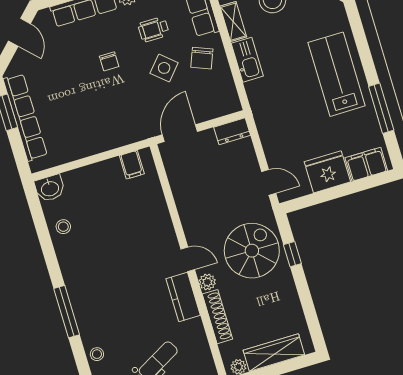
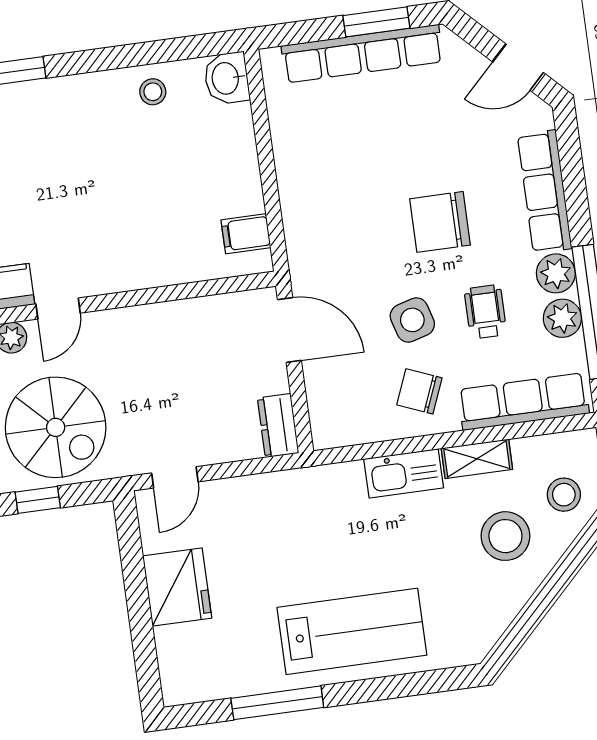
chair: (109, 61) -> (440, 222), width x1.87, depth x1.87
side table: (164, 68) -> (412, 320), turned 33
filing cabinet: (366, 164) -> (180, 660), removed

